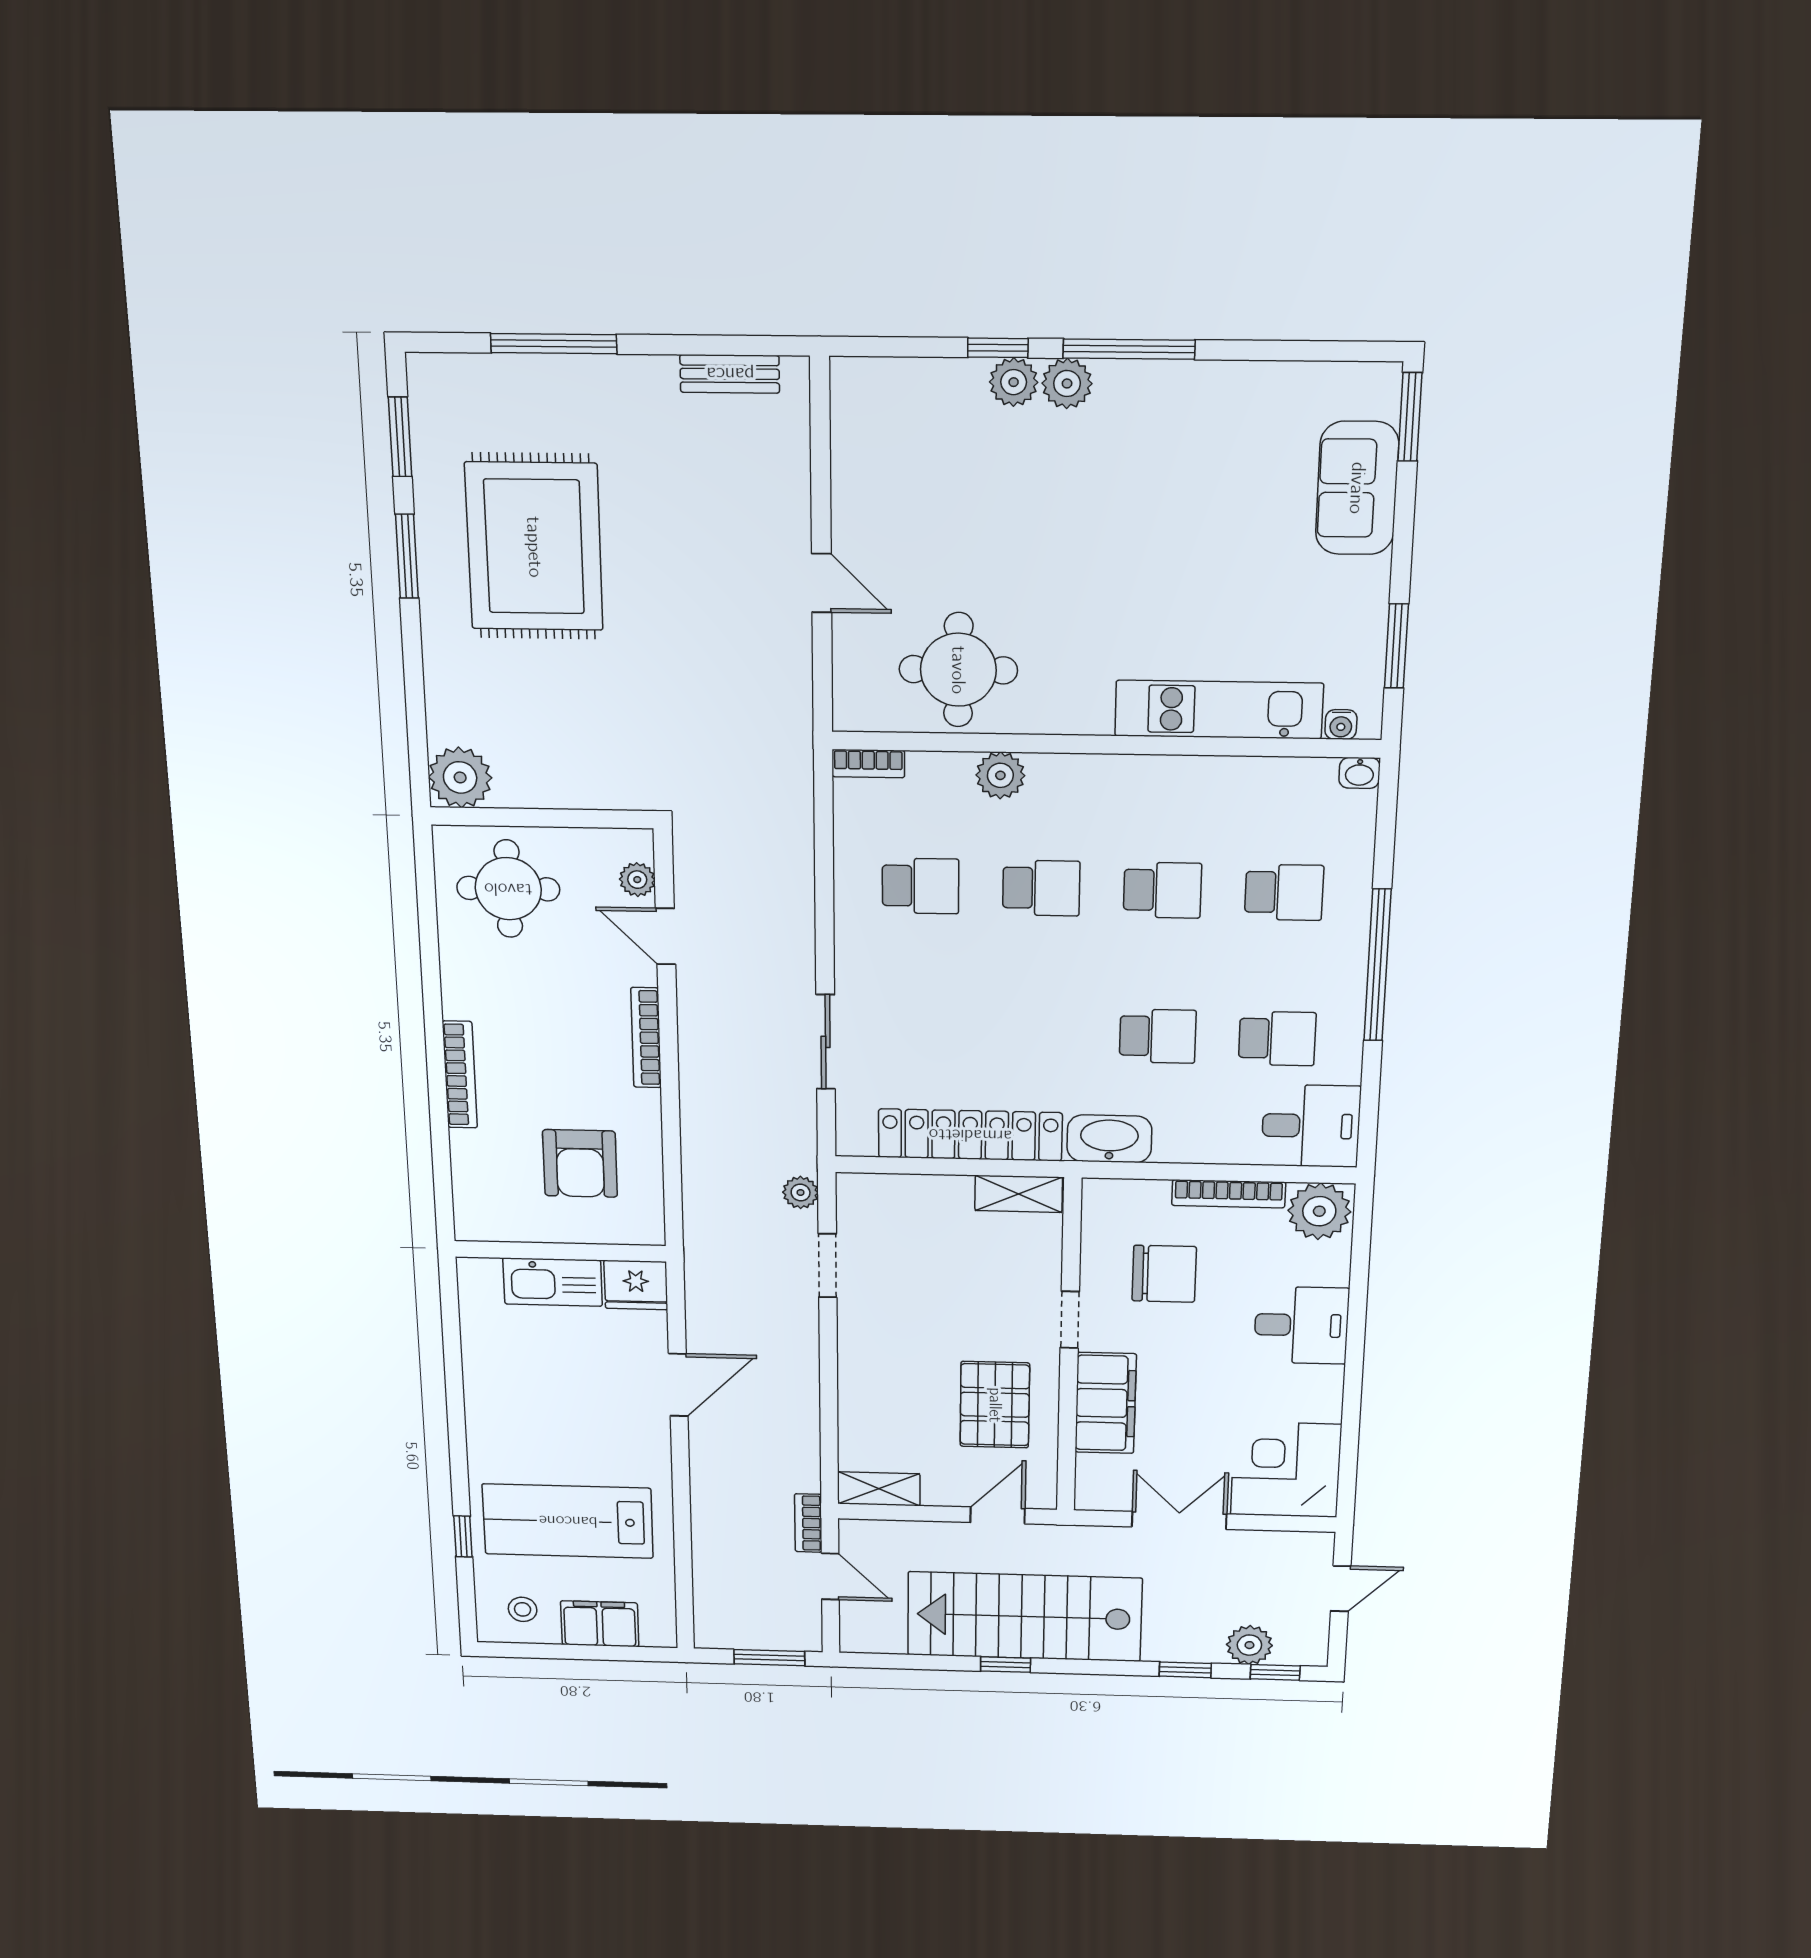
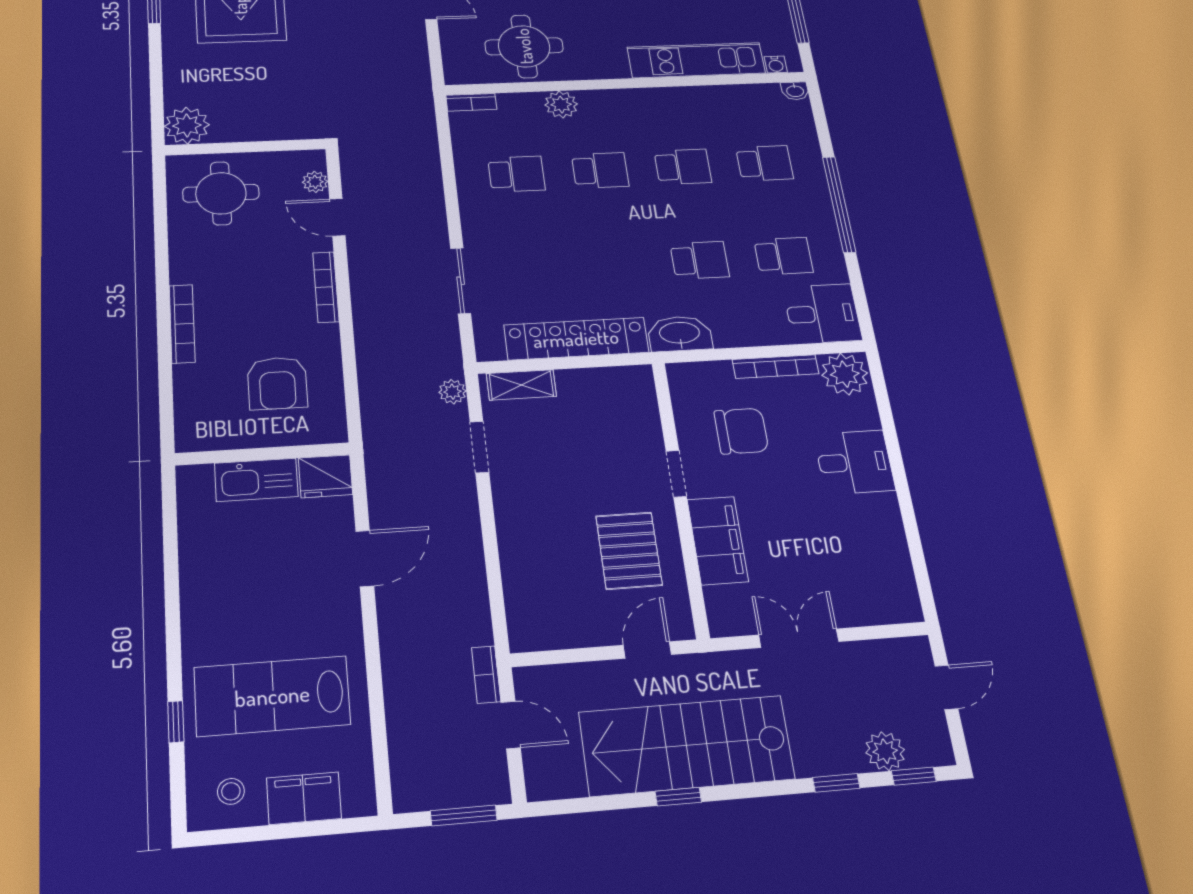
shelving: (1019, 1194) -> (521, 385), moved
corner desk: (1286, 1470) -> (874, 584), removed
shelving: (879, 1489) -> (543, 636), removed

